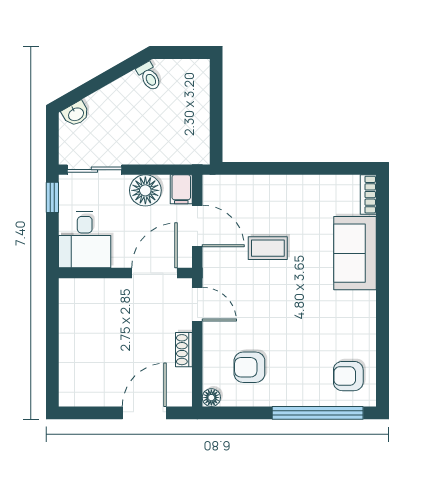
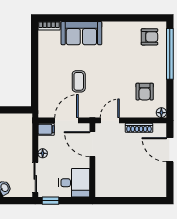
floor lamp: (145, 190) -> (43, 153), width x0.53, depth x0.53
shoe rack: (184, 350) -> (139, 128), width x1.43
armchair: (348, 376) -> (149, 37), turned -90

